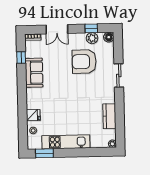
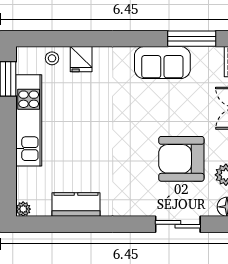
window: (21, 58) -> (192, 39), width x2.17
armchair: (84, 62) -> (181, 159), turned -90
sliding door: (119, 75) -> (178, 224), moved

